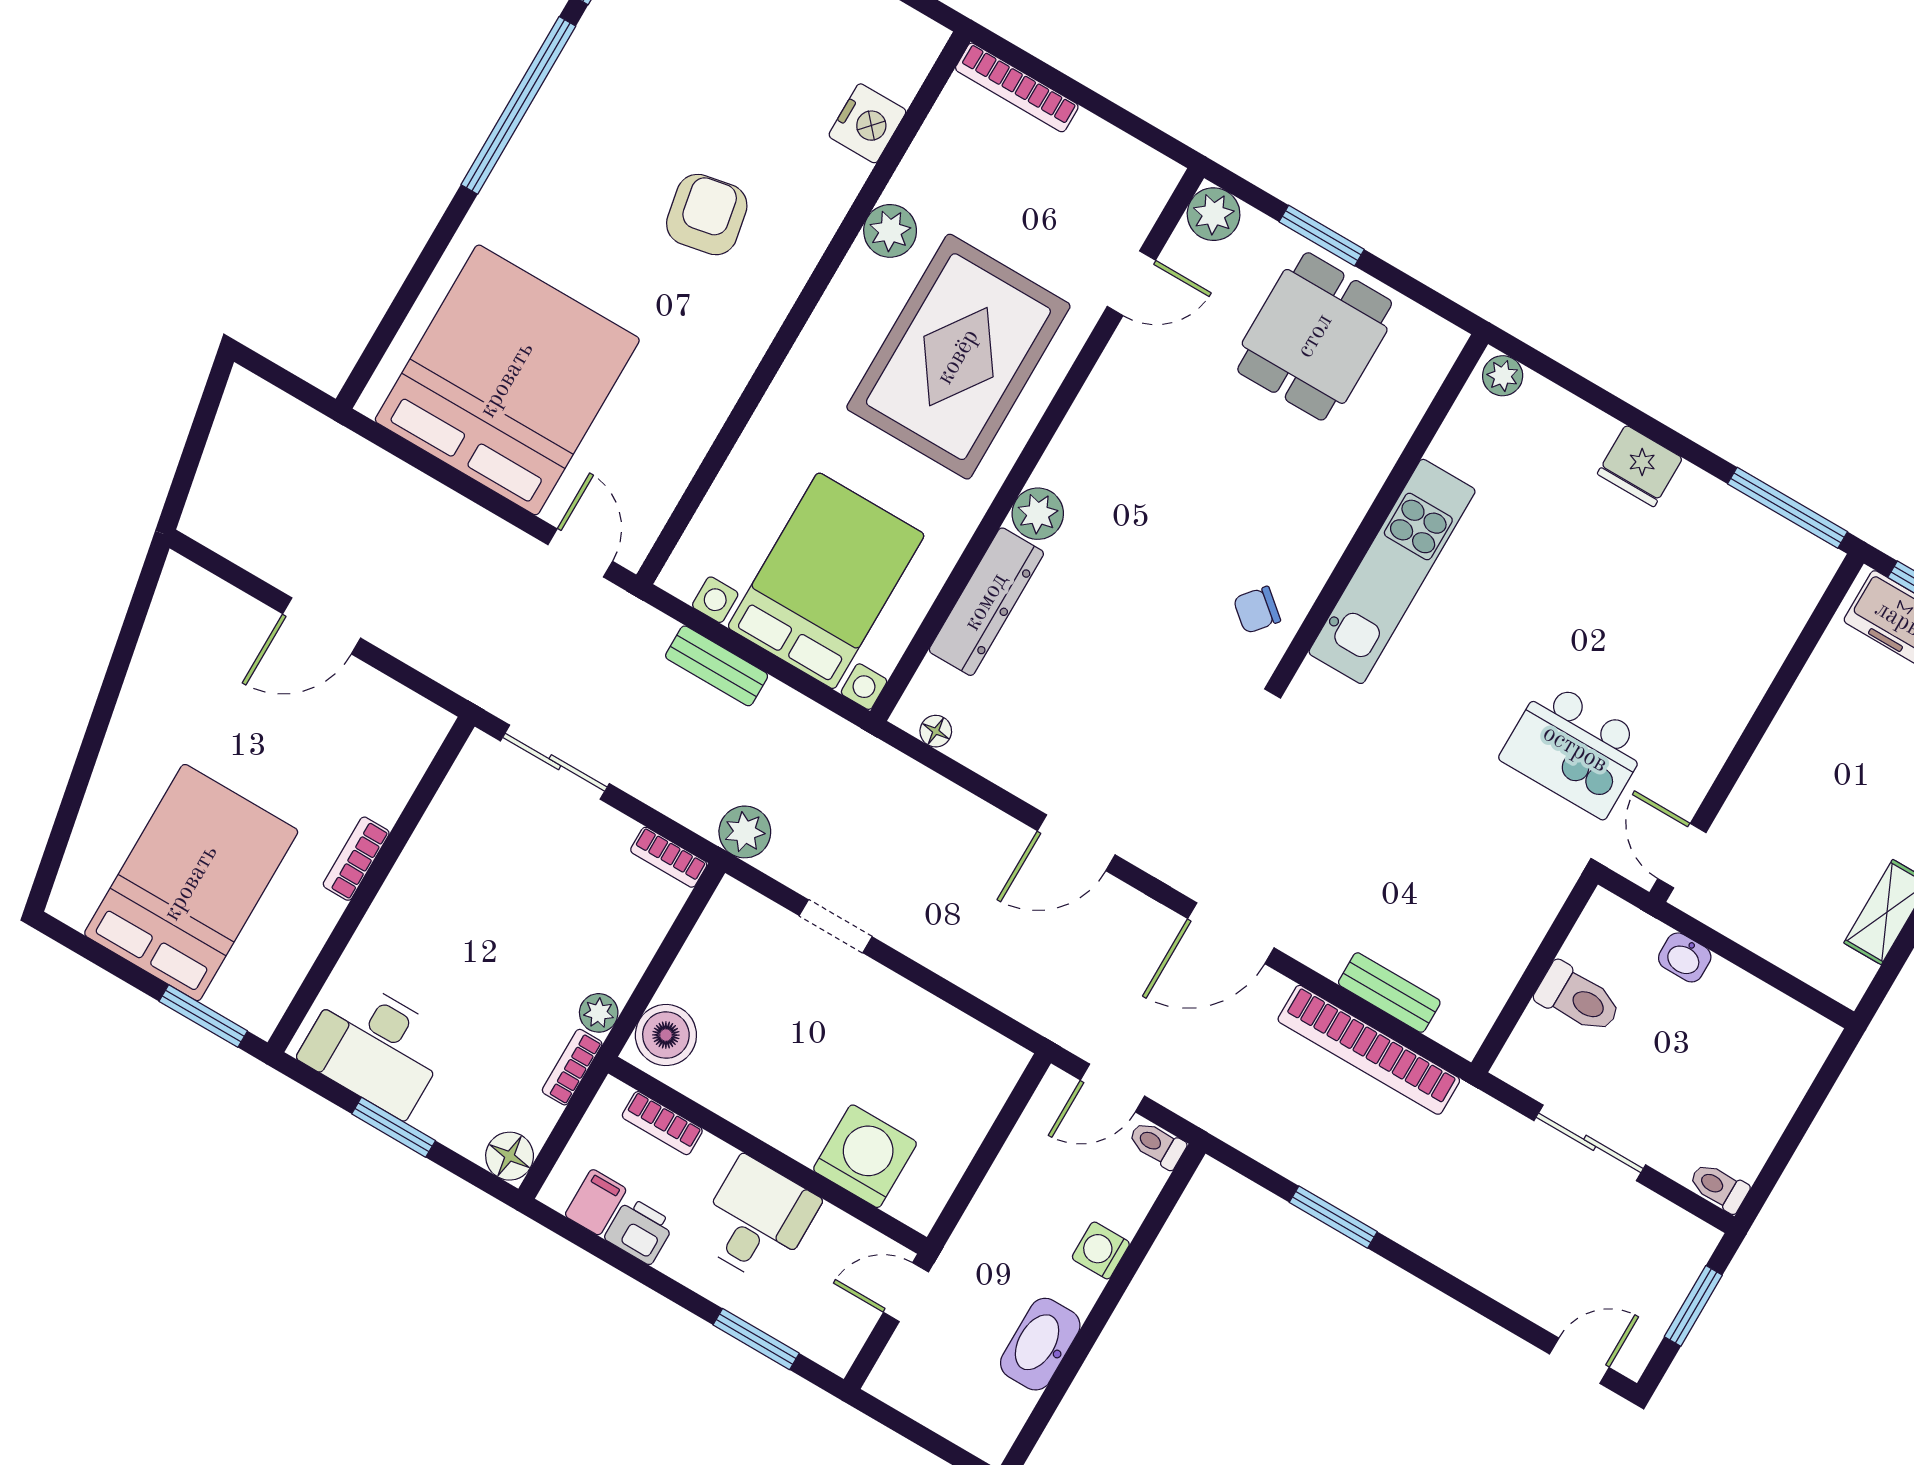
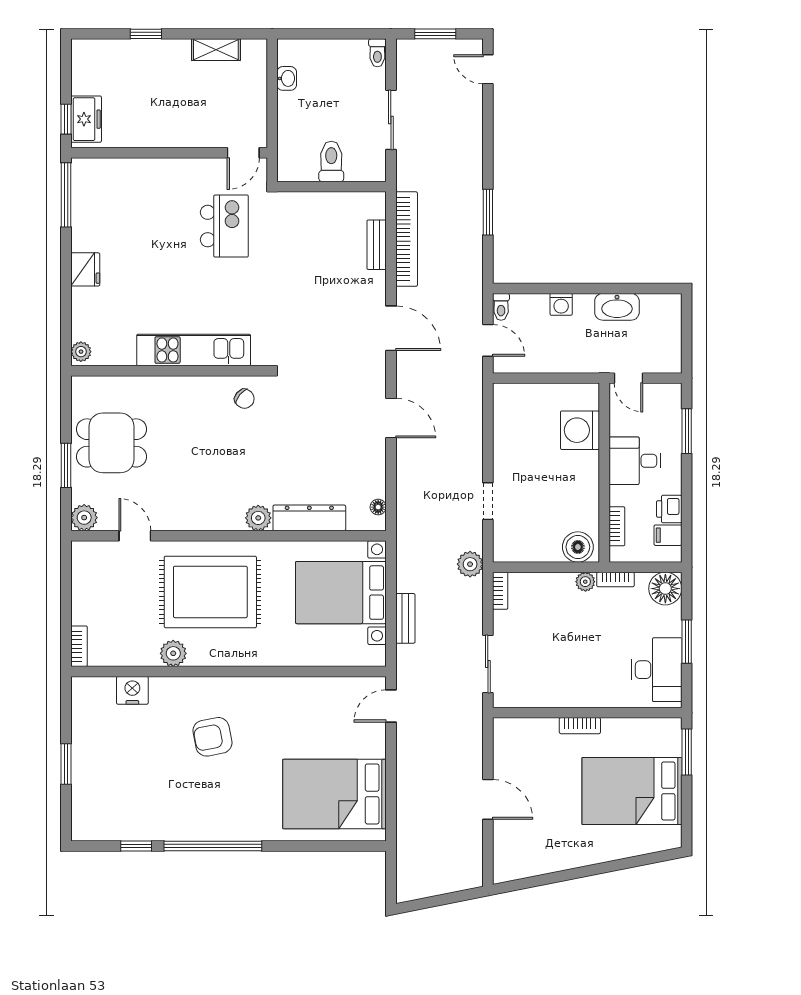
bookcase: (1017, 87) -> (79, 646), width x0.64
bed: (507, 380) -> (334, 794), width x0.73
washbasin: (1685, 957) -> (287, 78), moved
floor lamp: (510, 1156) -> (665, 589), width x1.38, depth x1.38

